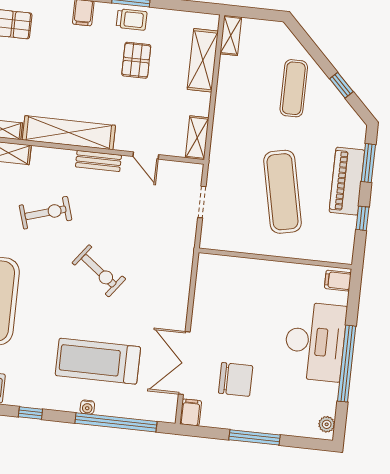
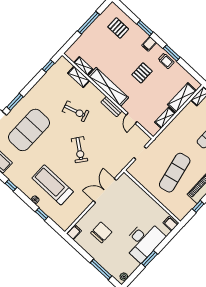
pallet: (136, 60) -> (142, 73), moved
shelving: (197, 138) -> (165, 118), moved
double door: (184, 363) -> (105, 191), moved
window: (347, 364) -> (149, 259), width x0.47
chair: (236, 379) -> (101, 232), turned -90
window: (116, 422) -> (42, 214), width x0.32
window: (254, 437) -> (101, 269), moved

